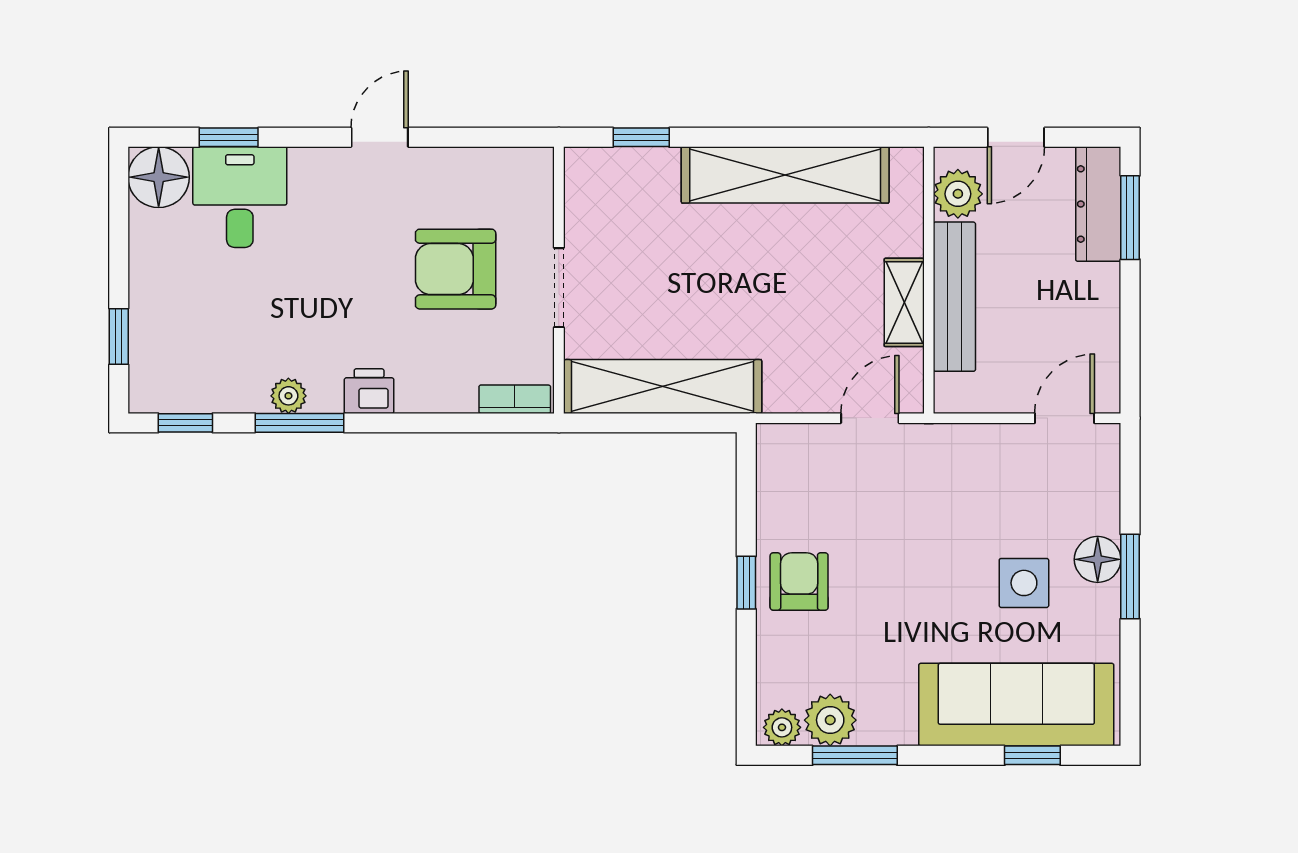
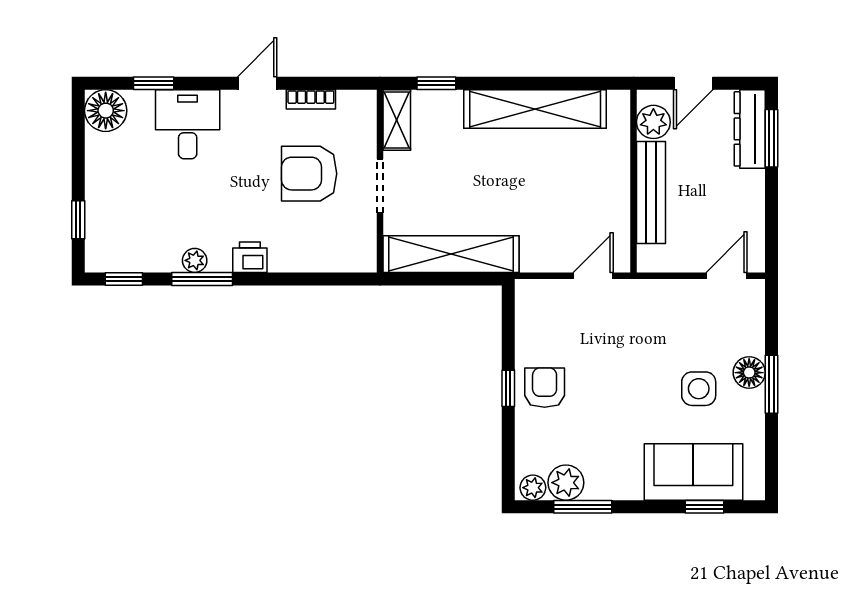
desk: (240, 197) -> (188, 124), moved
shelving: (904, 302) -> (397, 120), moved
bookcase: (515, 399) -> (311, 99), moved, turned 180
sofa: (1016, 705) -> (693, 472), width x0.73

